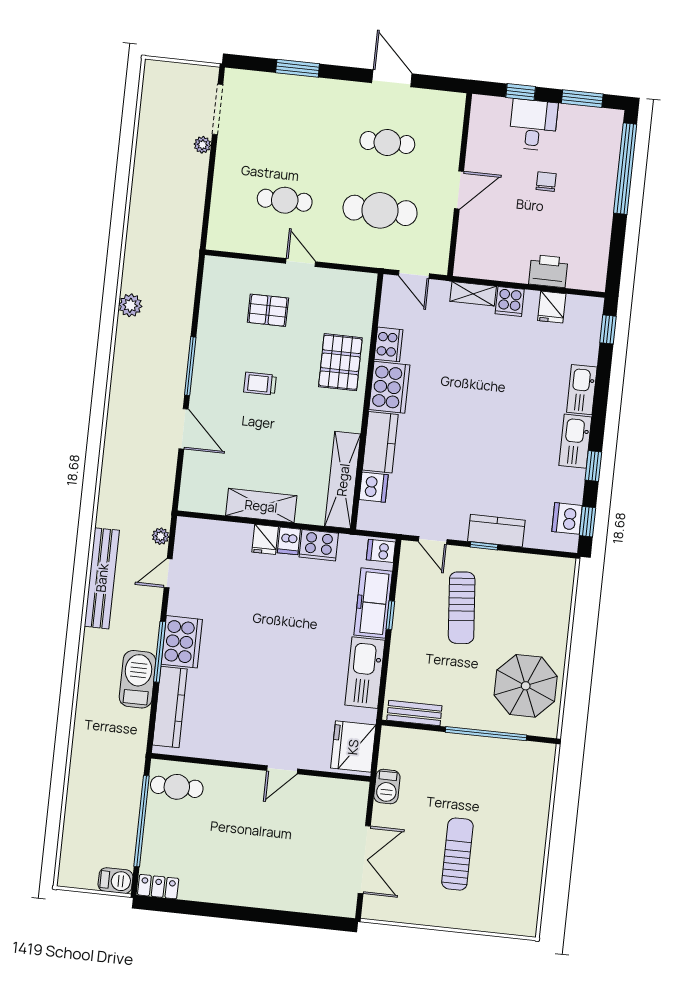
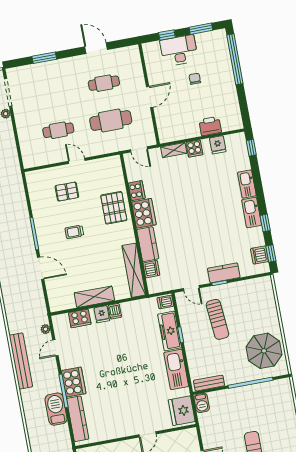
desk: (533, 125) -> (179, 51), width x1.37
cooker: (319, 545) -> (80, 318), moved
barbecue: (387, 787) -> (202, 403), moved

